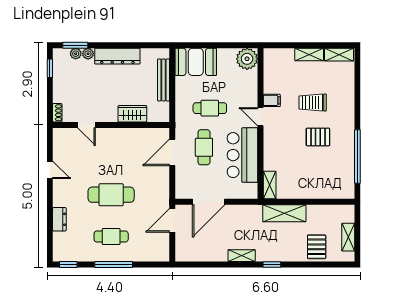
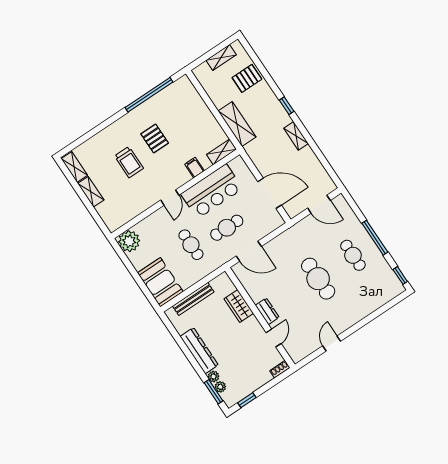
filing cabinet: (272, 100) -> (194, 168), moved
dresser: (59, 219) -> (267, 311), moved, turned 90
door: (172, 220) -> (319, 204), moved

